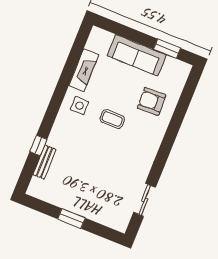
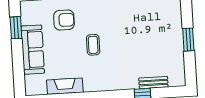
armchair: (152, 101) -> (64, 20), turned -88
side table: (79, 106) -> (95, 76), removed

